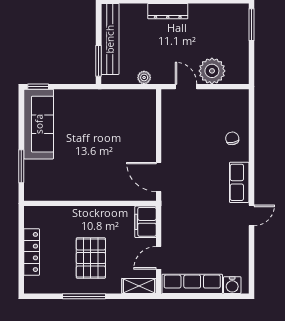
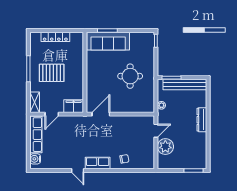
sofa: (39, 124) -> (108, 41), moved
round table: (96, 129) -> (130, 76), added
door: (159, 258) -> (52, 114), swing flipped

